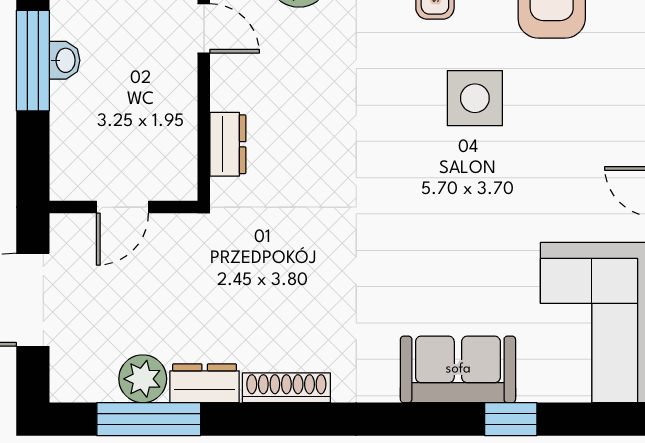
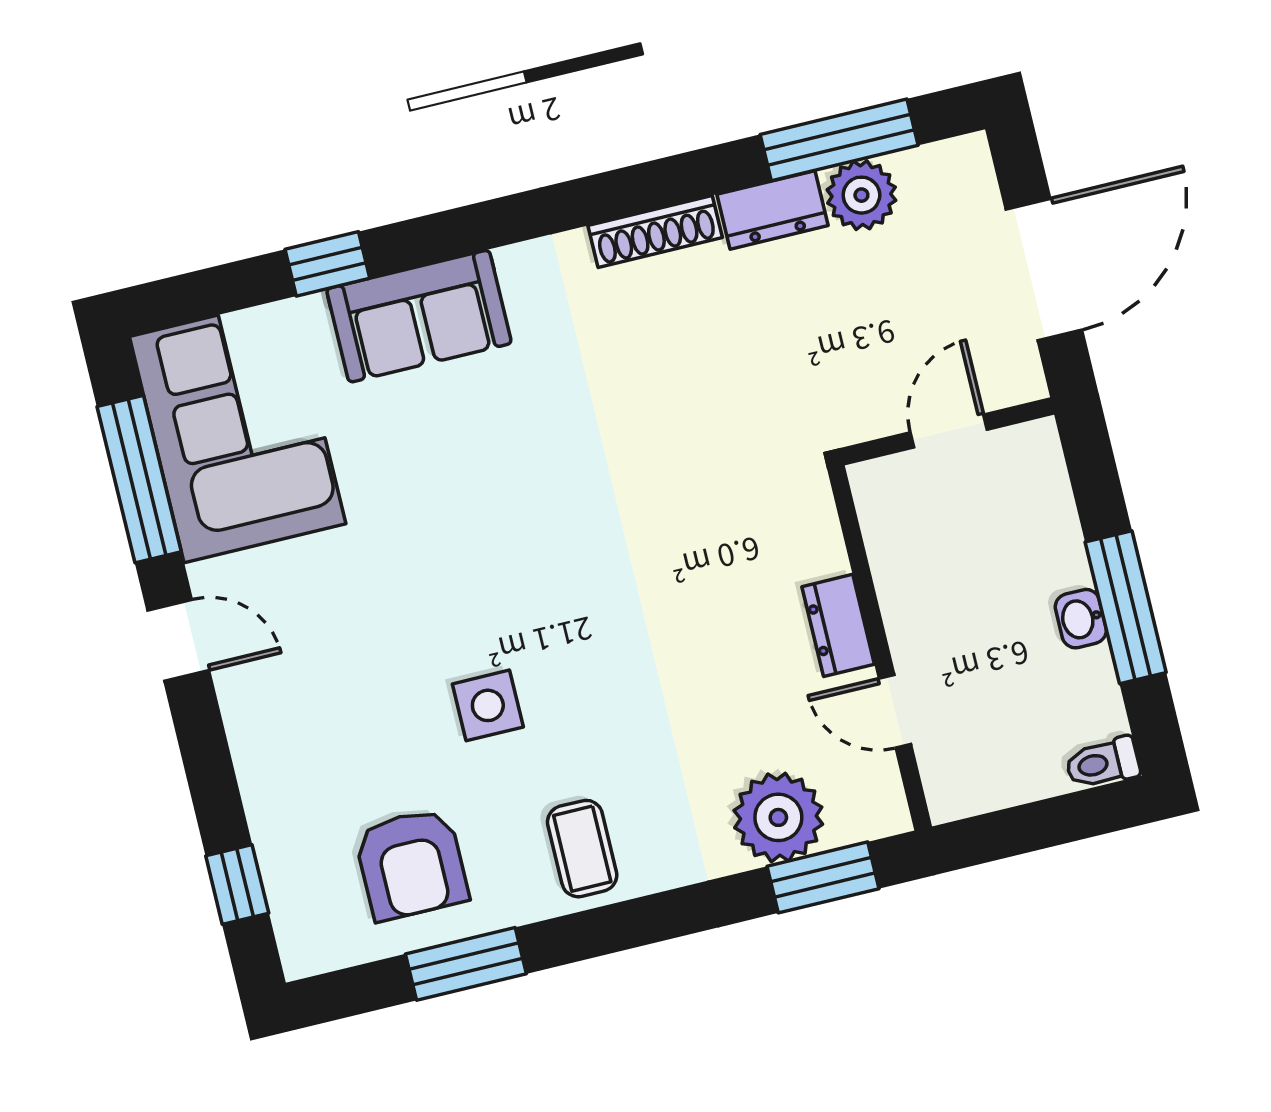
side table: (475, 98) -> (488, 705), width x0.73, depth x0.73
dresser: (228, 144) -> (838, 625), moved

